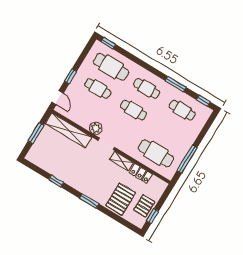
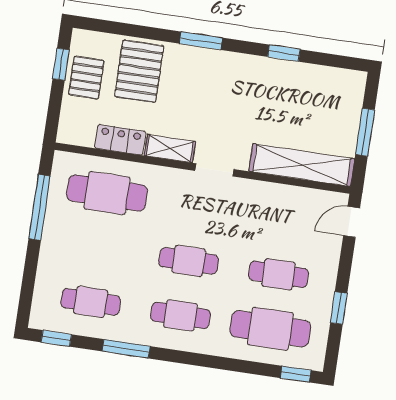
window: (71, 76) -> (339, 308), moved
door: (58, 98) -> (352, 222), hinge flipped
plant: (96, 128) -> (249, 193), removed

